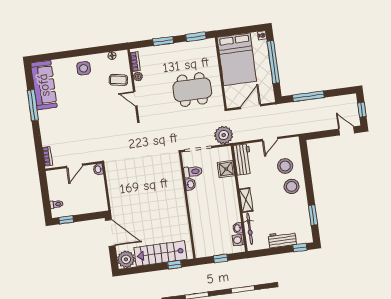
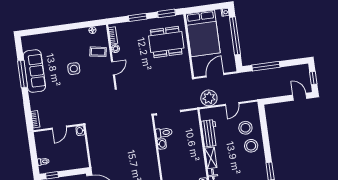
side table: (84, 68) -> (74, 69), moved
sofa: (44, 85) -> (34, 71), moved
dining table: (192, 90) -> (166, 42), moved
door: (135, 99) -> (113, 68), swing flipped
plant: (224, 135) -> (209, 98), moved
workbench: (243, 159) -> (210, 133), moved
shower: (226, 169) -> (193, 130), removed

